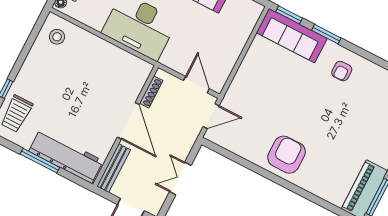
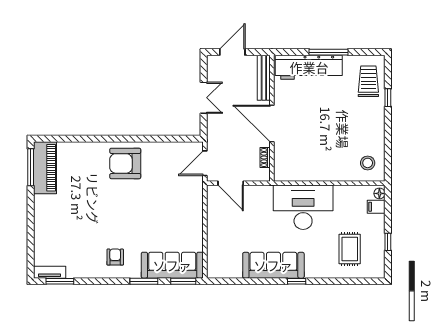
shoe rack: (151, 92) -> (265, 157), width x0.70
armchair: (286, 155) -> (125, 163), turned 90

